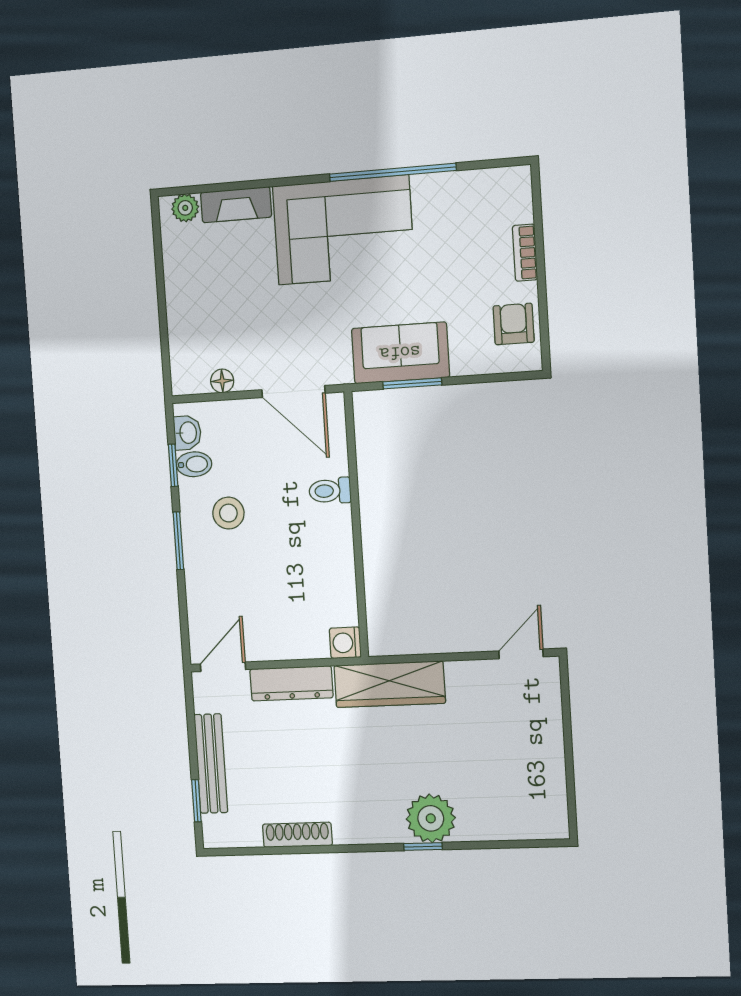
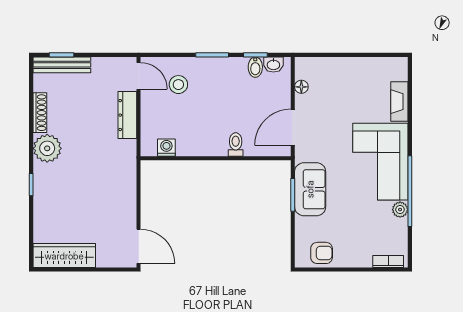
plant: (185, 208) -> (400, 210), moved
bookcase: (525, 253) -> (388, 261), moved
stool: (228, 513) -> (178, 85), moved
washing machine: (345, 643) -> (166, 148), moved
door: (521, 654) -> (139, 246), width x1.38
wardrobe: (390, 684) -> (64, 256), moved, turned 90
bench: (211, 764) -> (62, 65), moved
plant: (431, 818) -> (47, 148), moved

